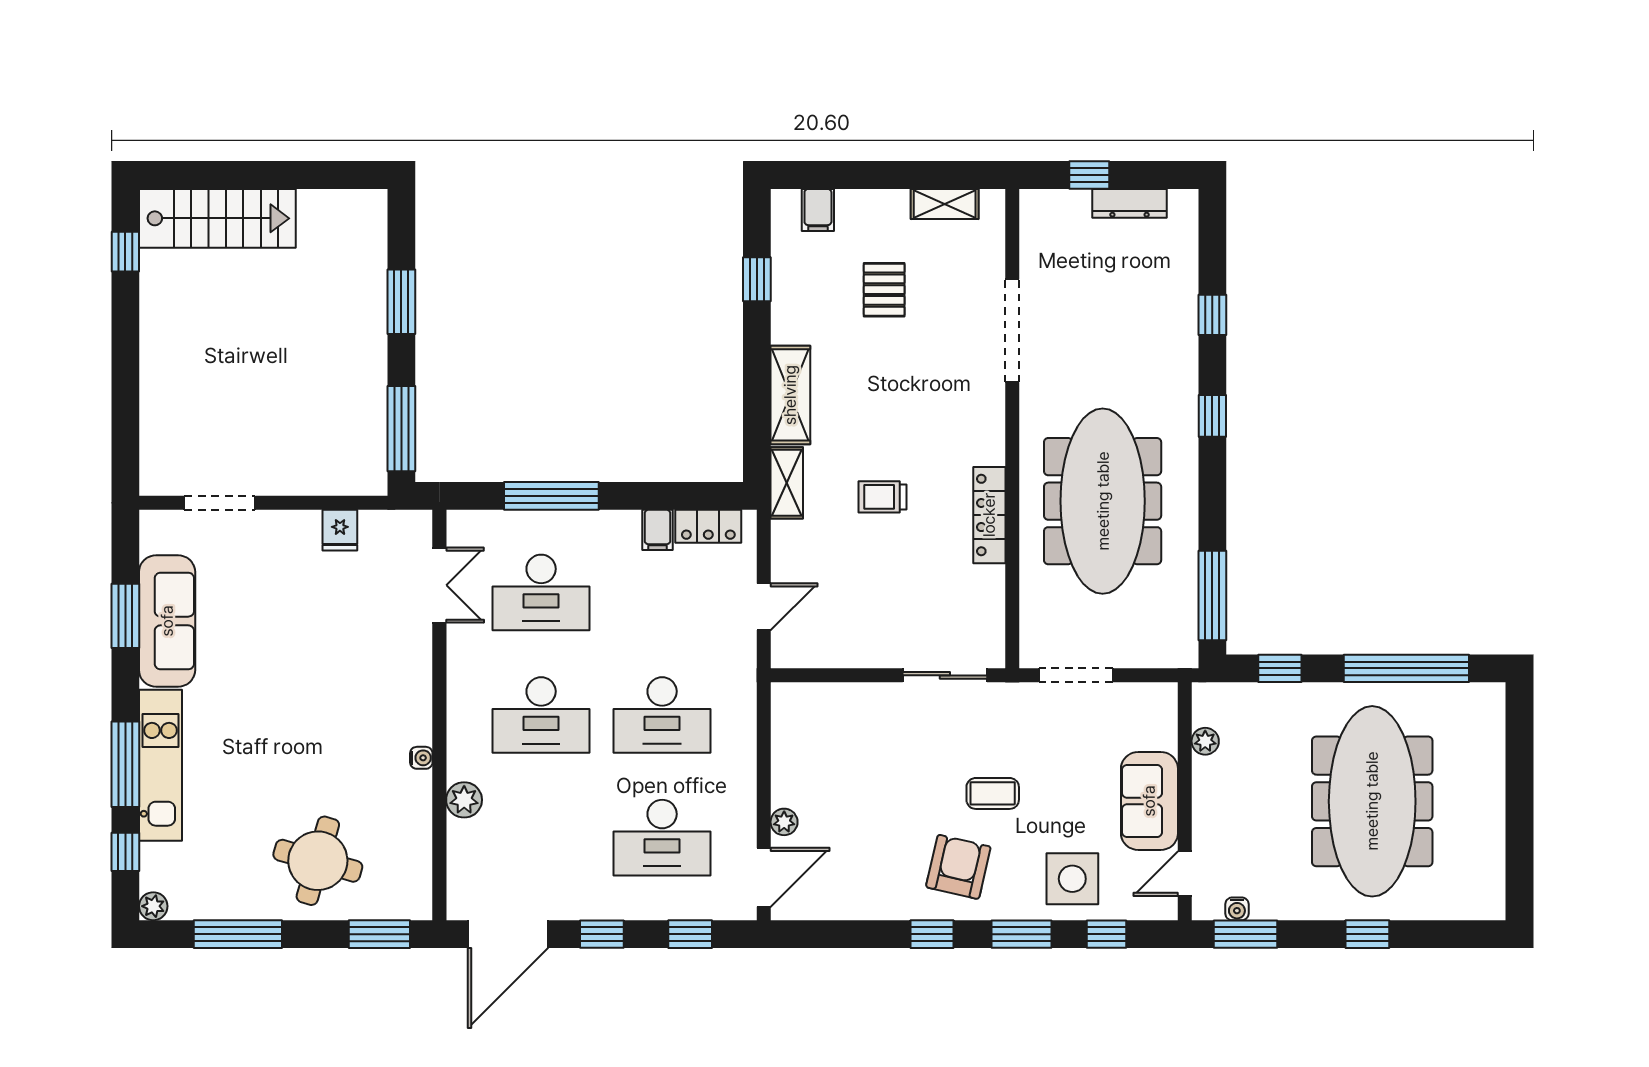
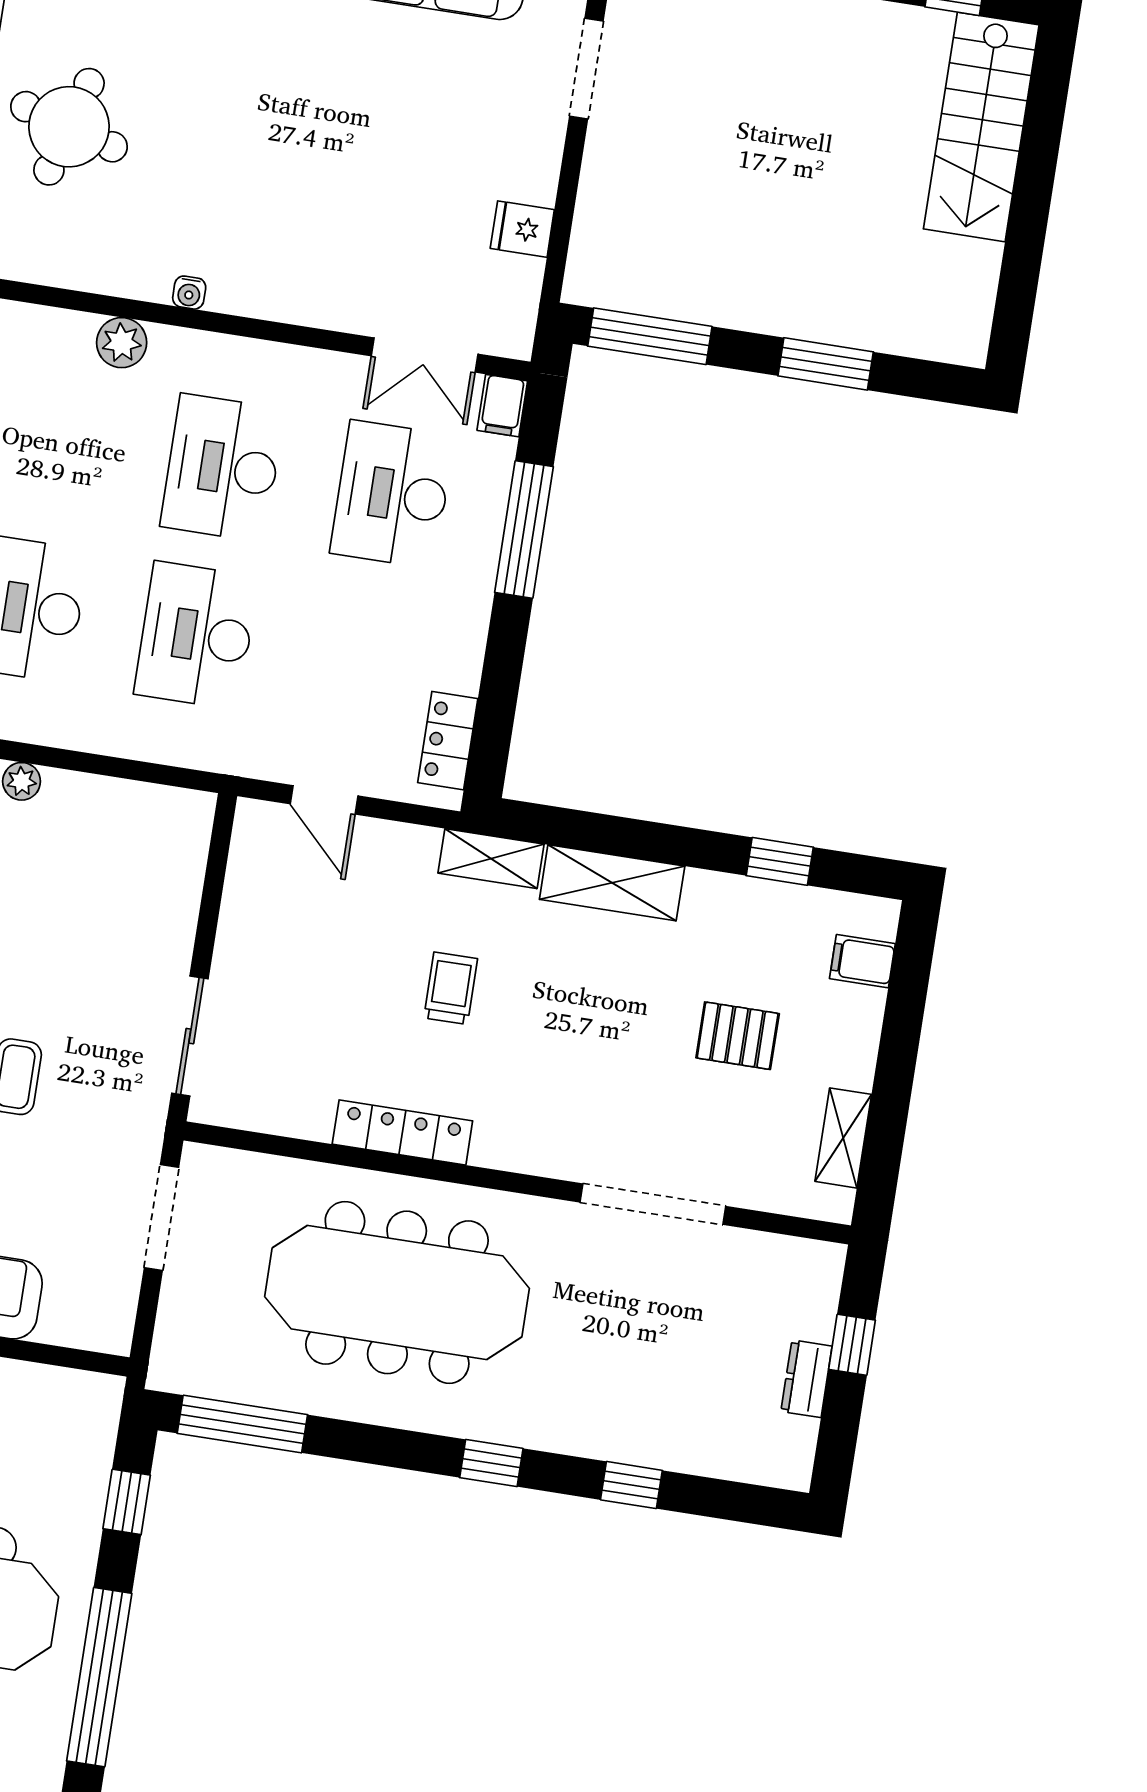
dresser: (1130, 203) -> (806, 1379), width x0.70
filing cabinet: (658, 530) -> (502, 406), moved, turned -90
plant: (1205, 741) -> (42, 1383), removed

